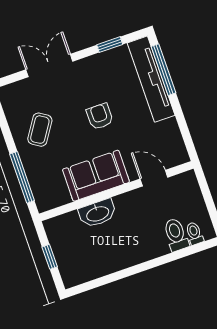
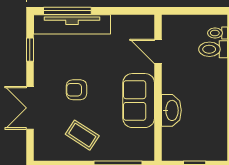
armchair: (100, 116) -> (77, 90), moved
door: (154, 178) -> (158, 51), hinge flipped

